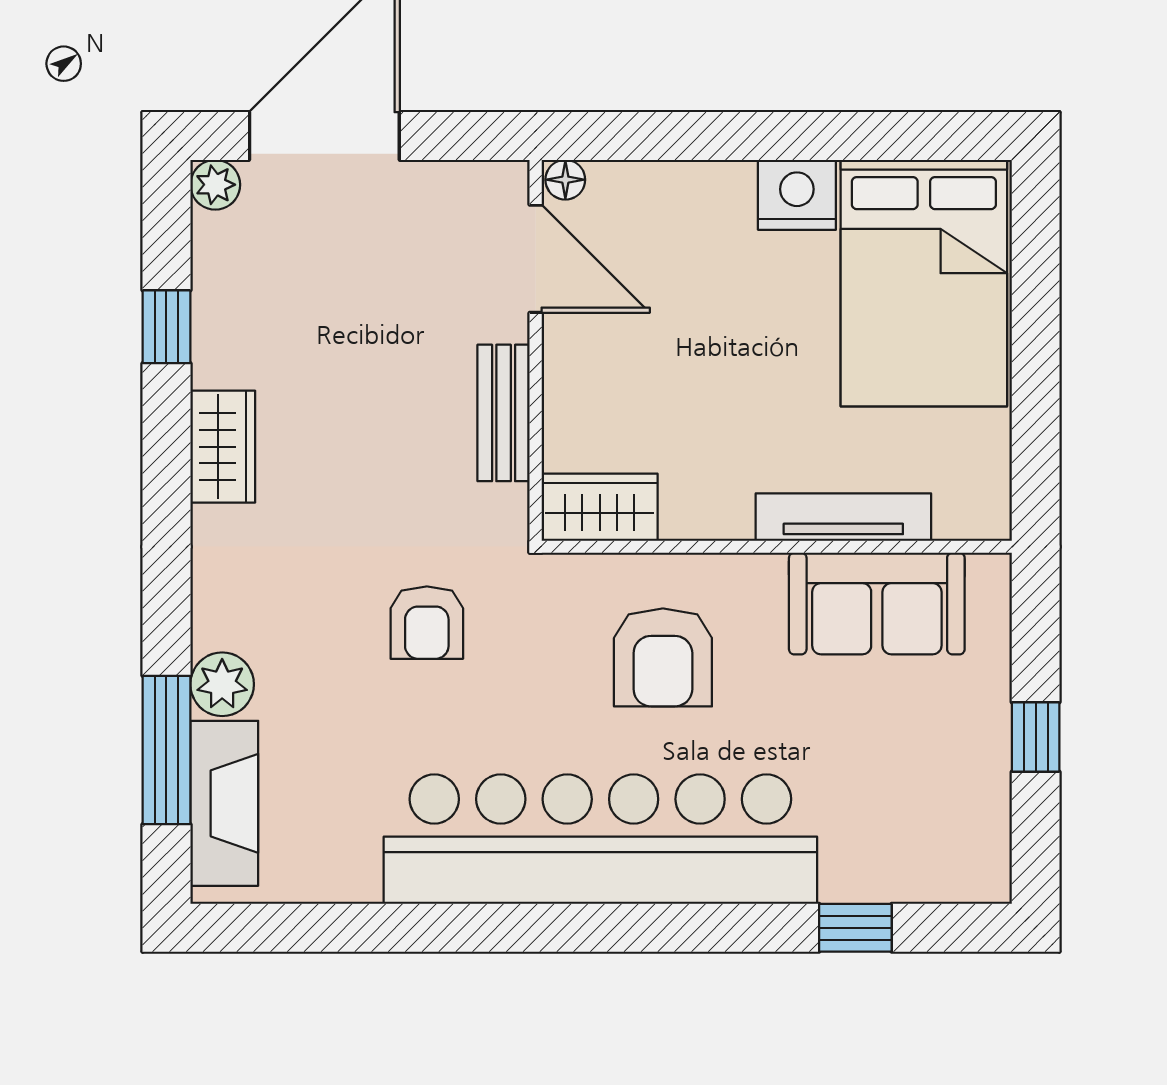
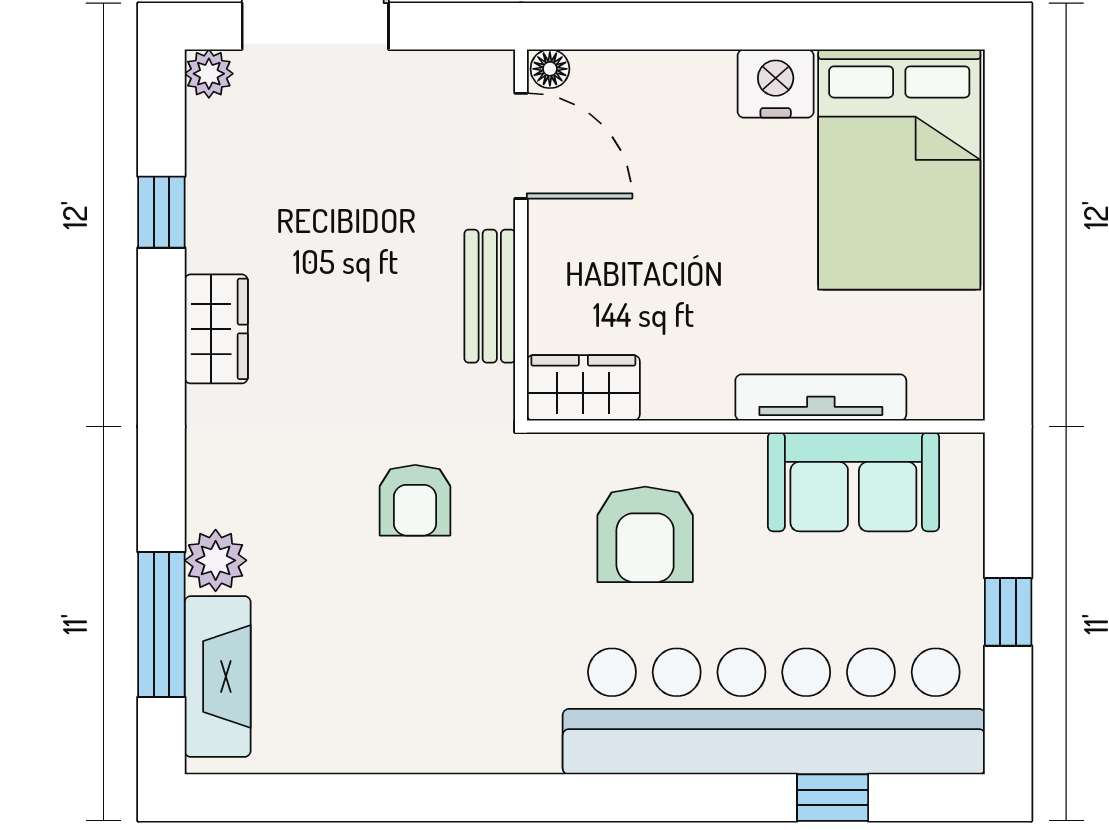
bar counter: (600, 839) -> (774, 711), moved

